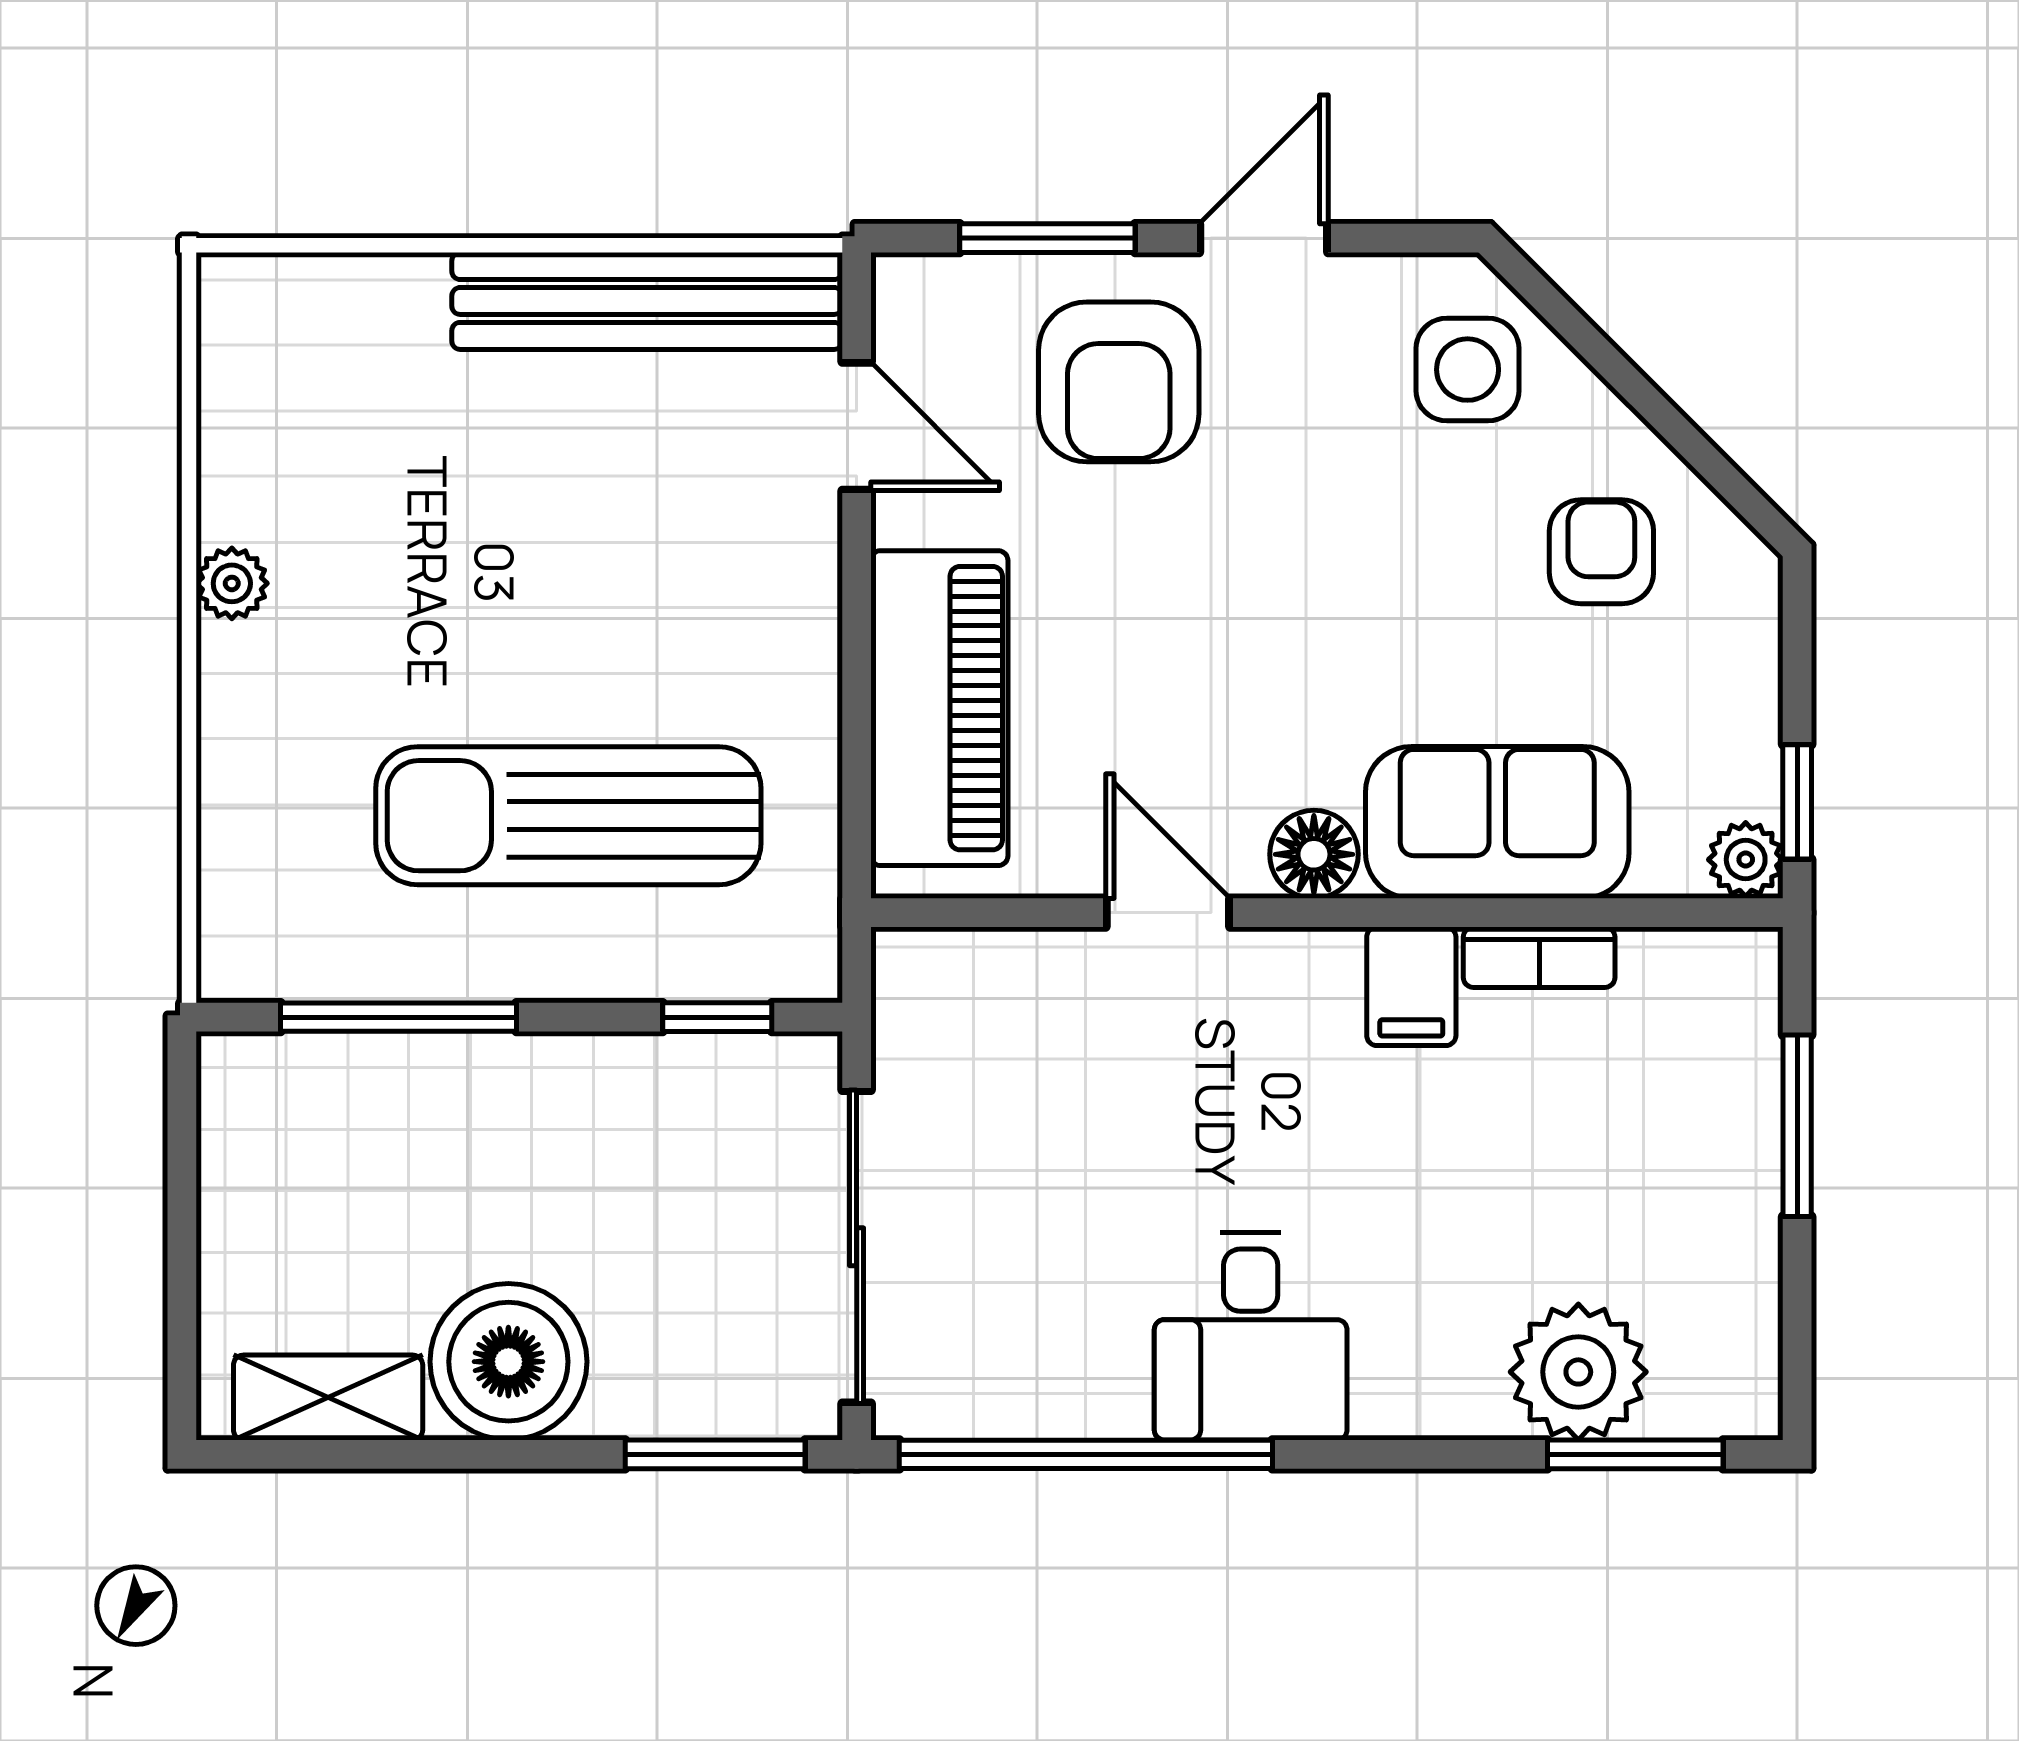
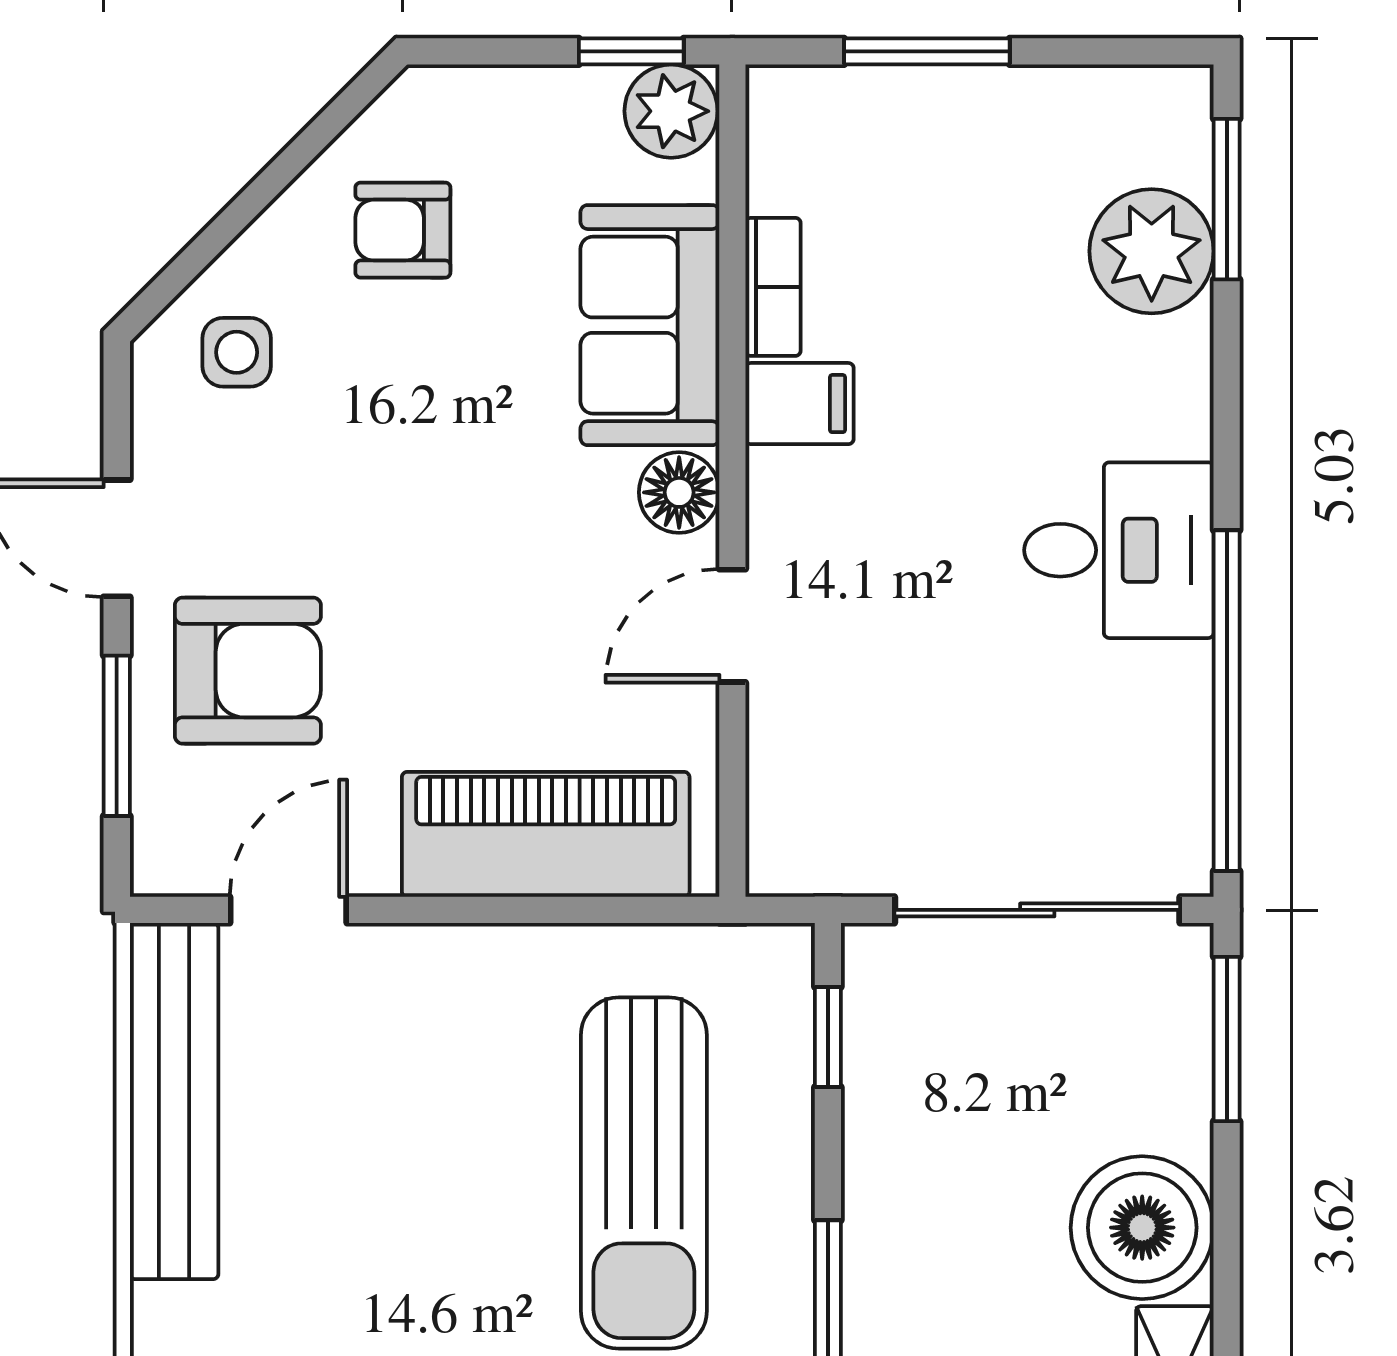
side table: (1468, 370) -> (237, 352), width x0.73, depth x0.73
plant: (1746, 860) -> (671, 111), width x1.38, depth x1.38

